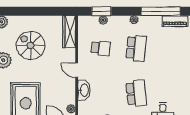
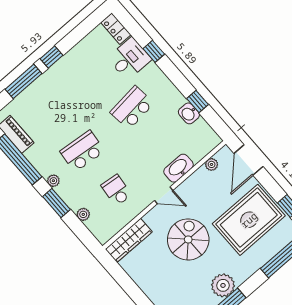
window: (101, 11) -> (56, 203), moved
spiral stairs: (31, 45) -> (188, 239), moved, turned 180
door: (77, 70) -> (164, 195), hinge flipped

